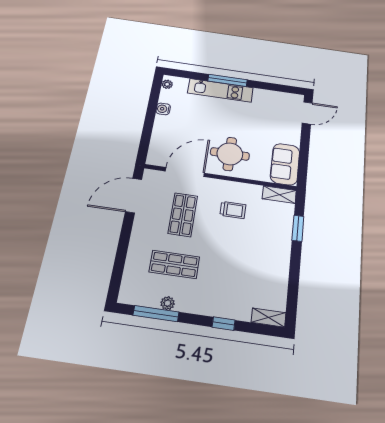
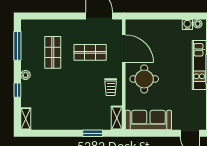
water cooler: (163, 109) -> (187, 25), moved
sofa: (285, 164) -> (148, 120), width x1.36
trolley: (233, 210) -> (111, 87), moved
plant: (168, 303) -> (25, 75), moved

